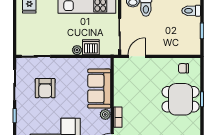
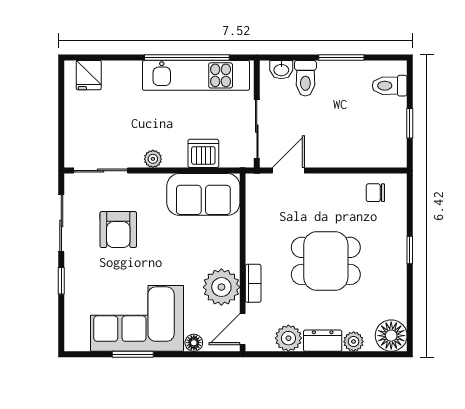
plant: (77, 50) -> (153, 159), moved
sofa: (99, 89) -> (203, 194), moved, turned -90
dining table: (181, 99) -> (326, 261), moved
plant: (105, 114) -> (221, 287), width x1.88, depth x1.88

